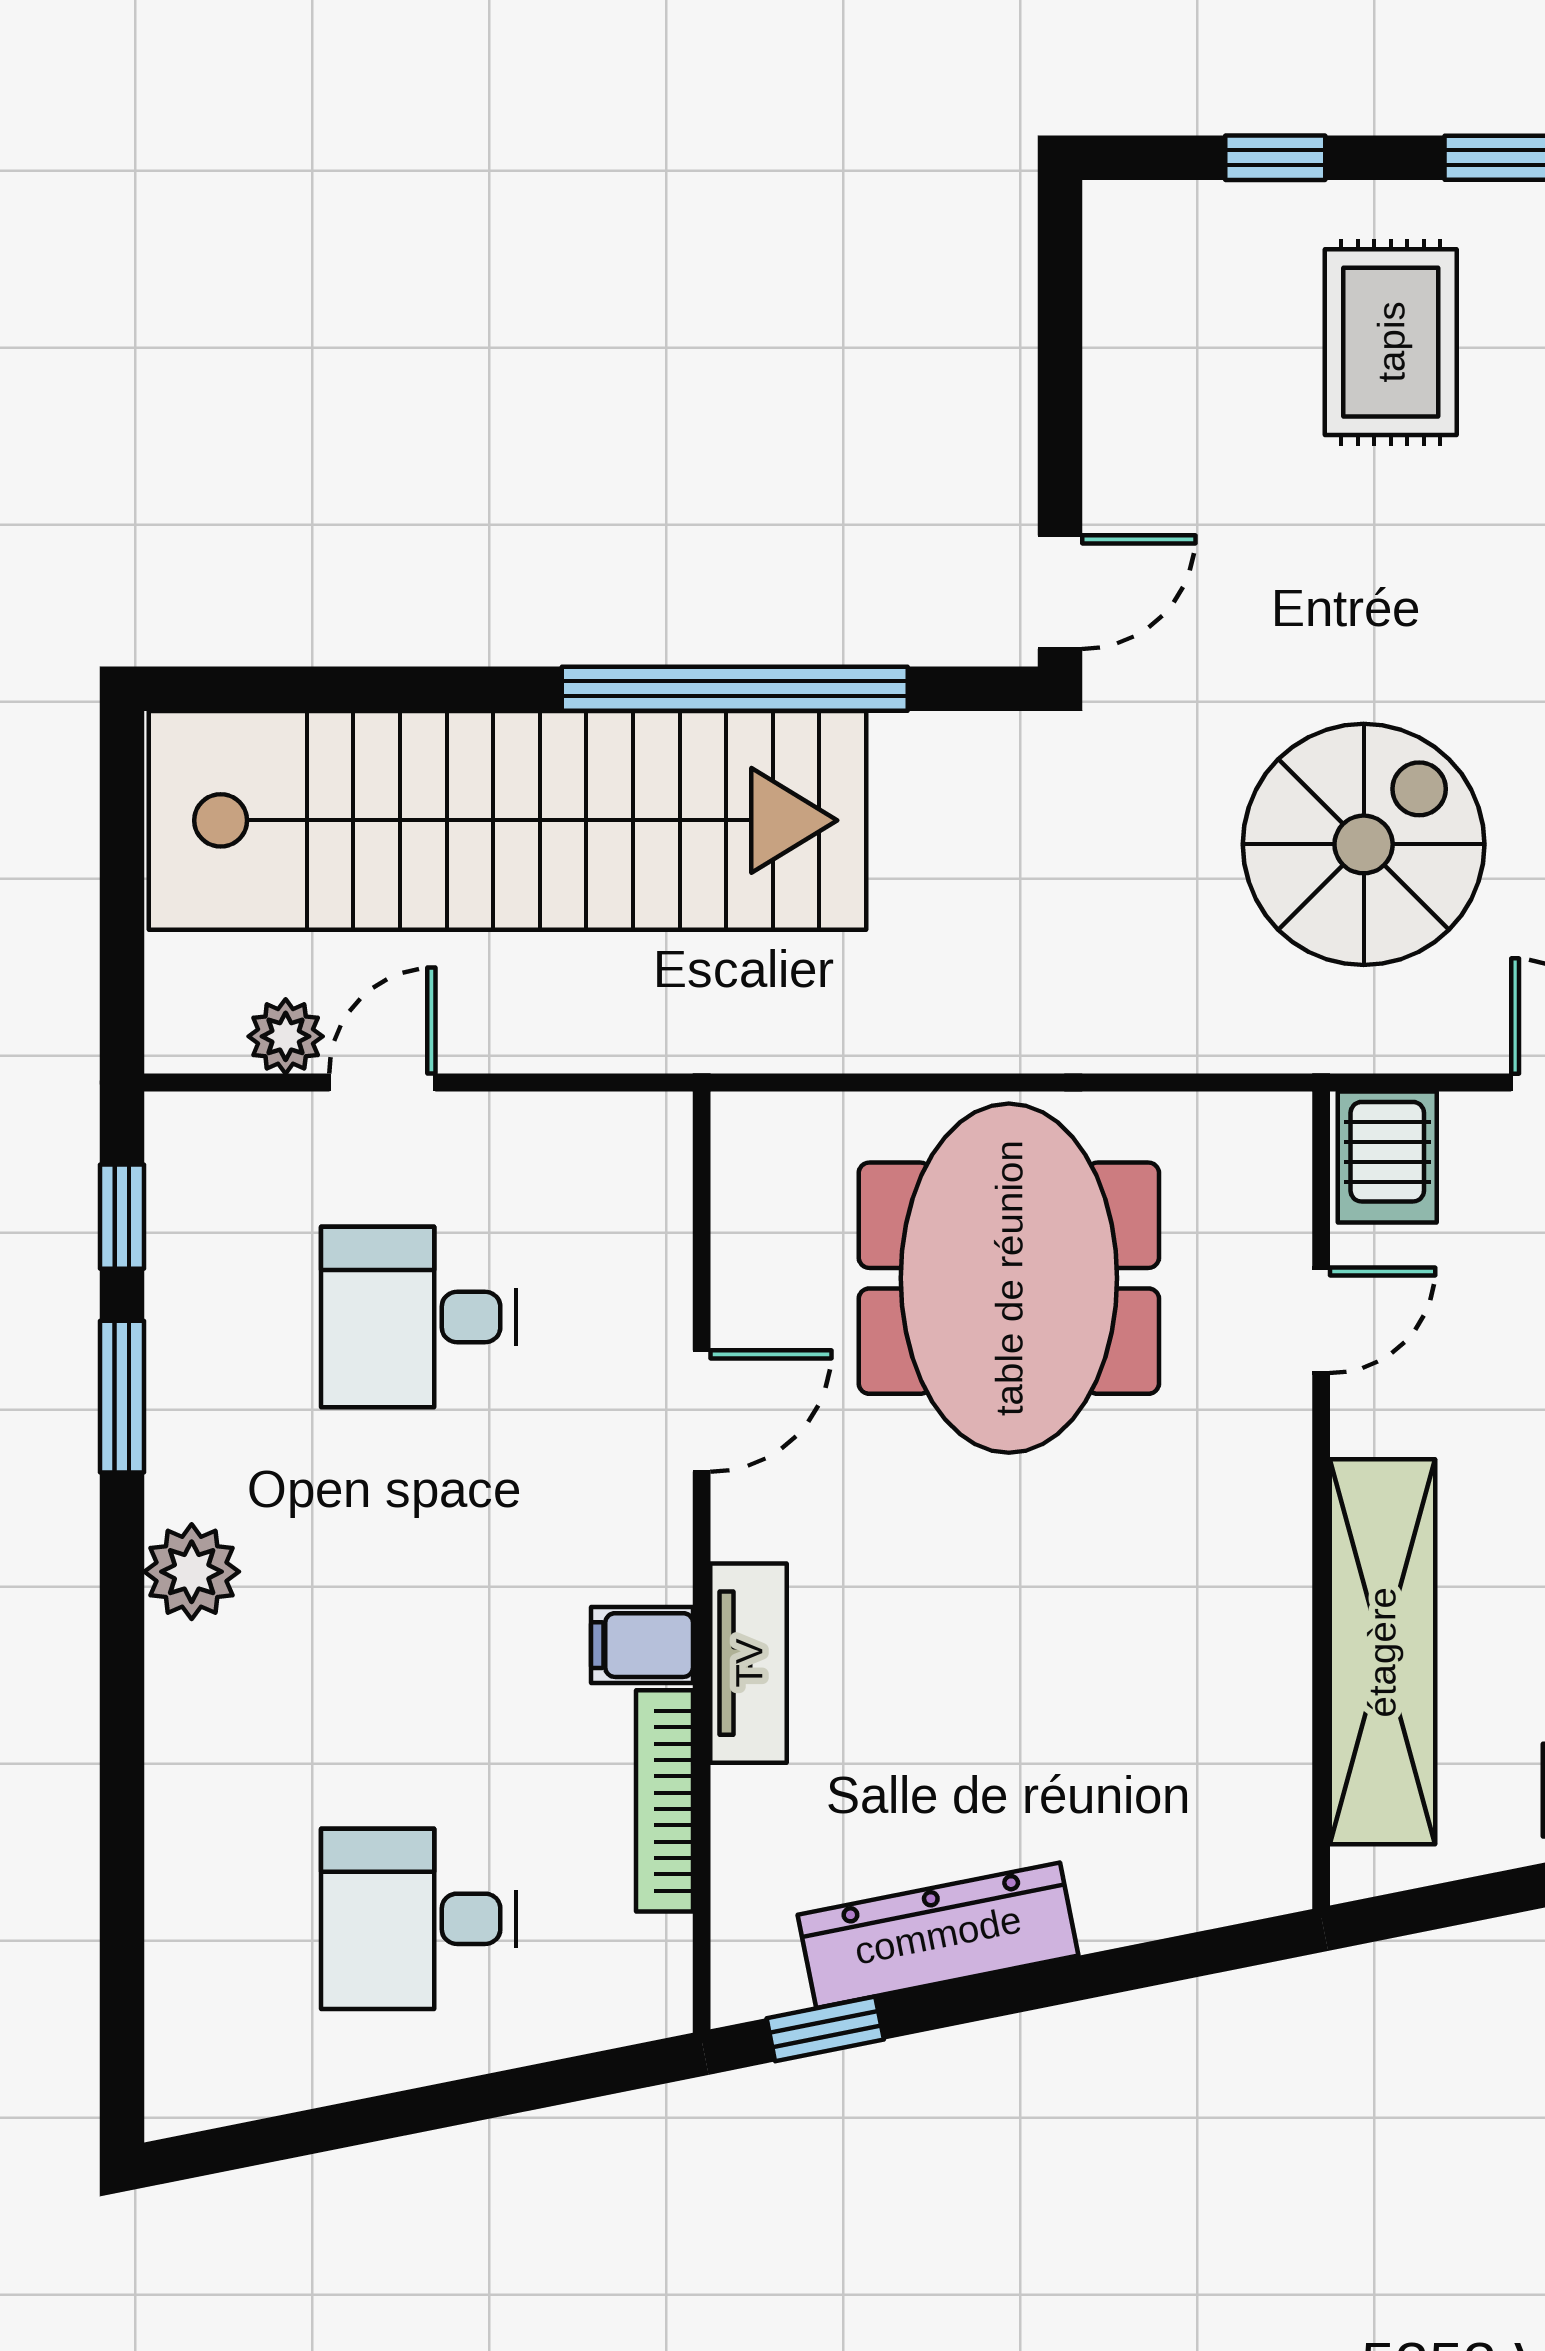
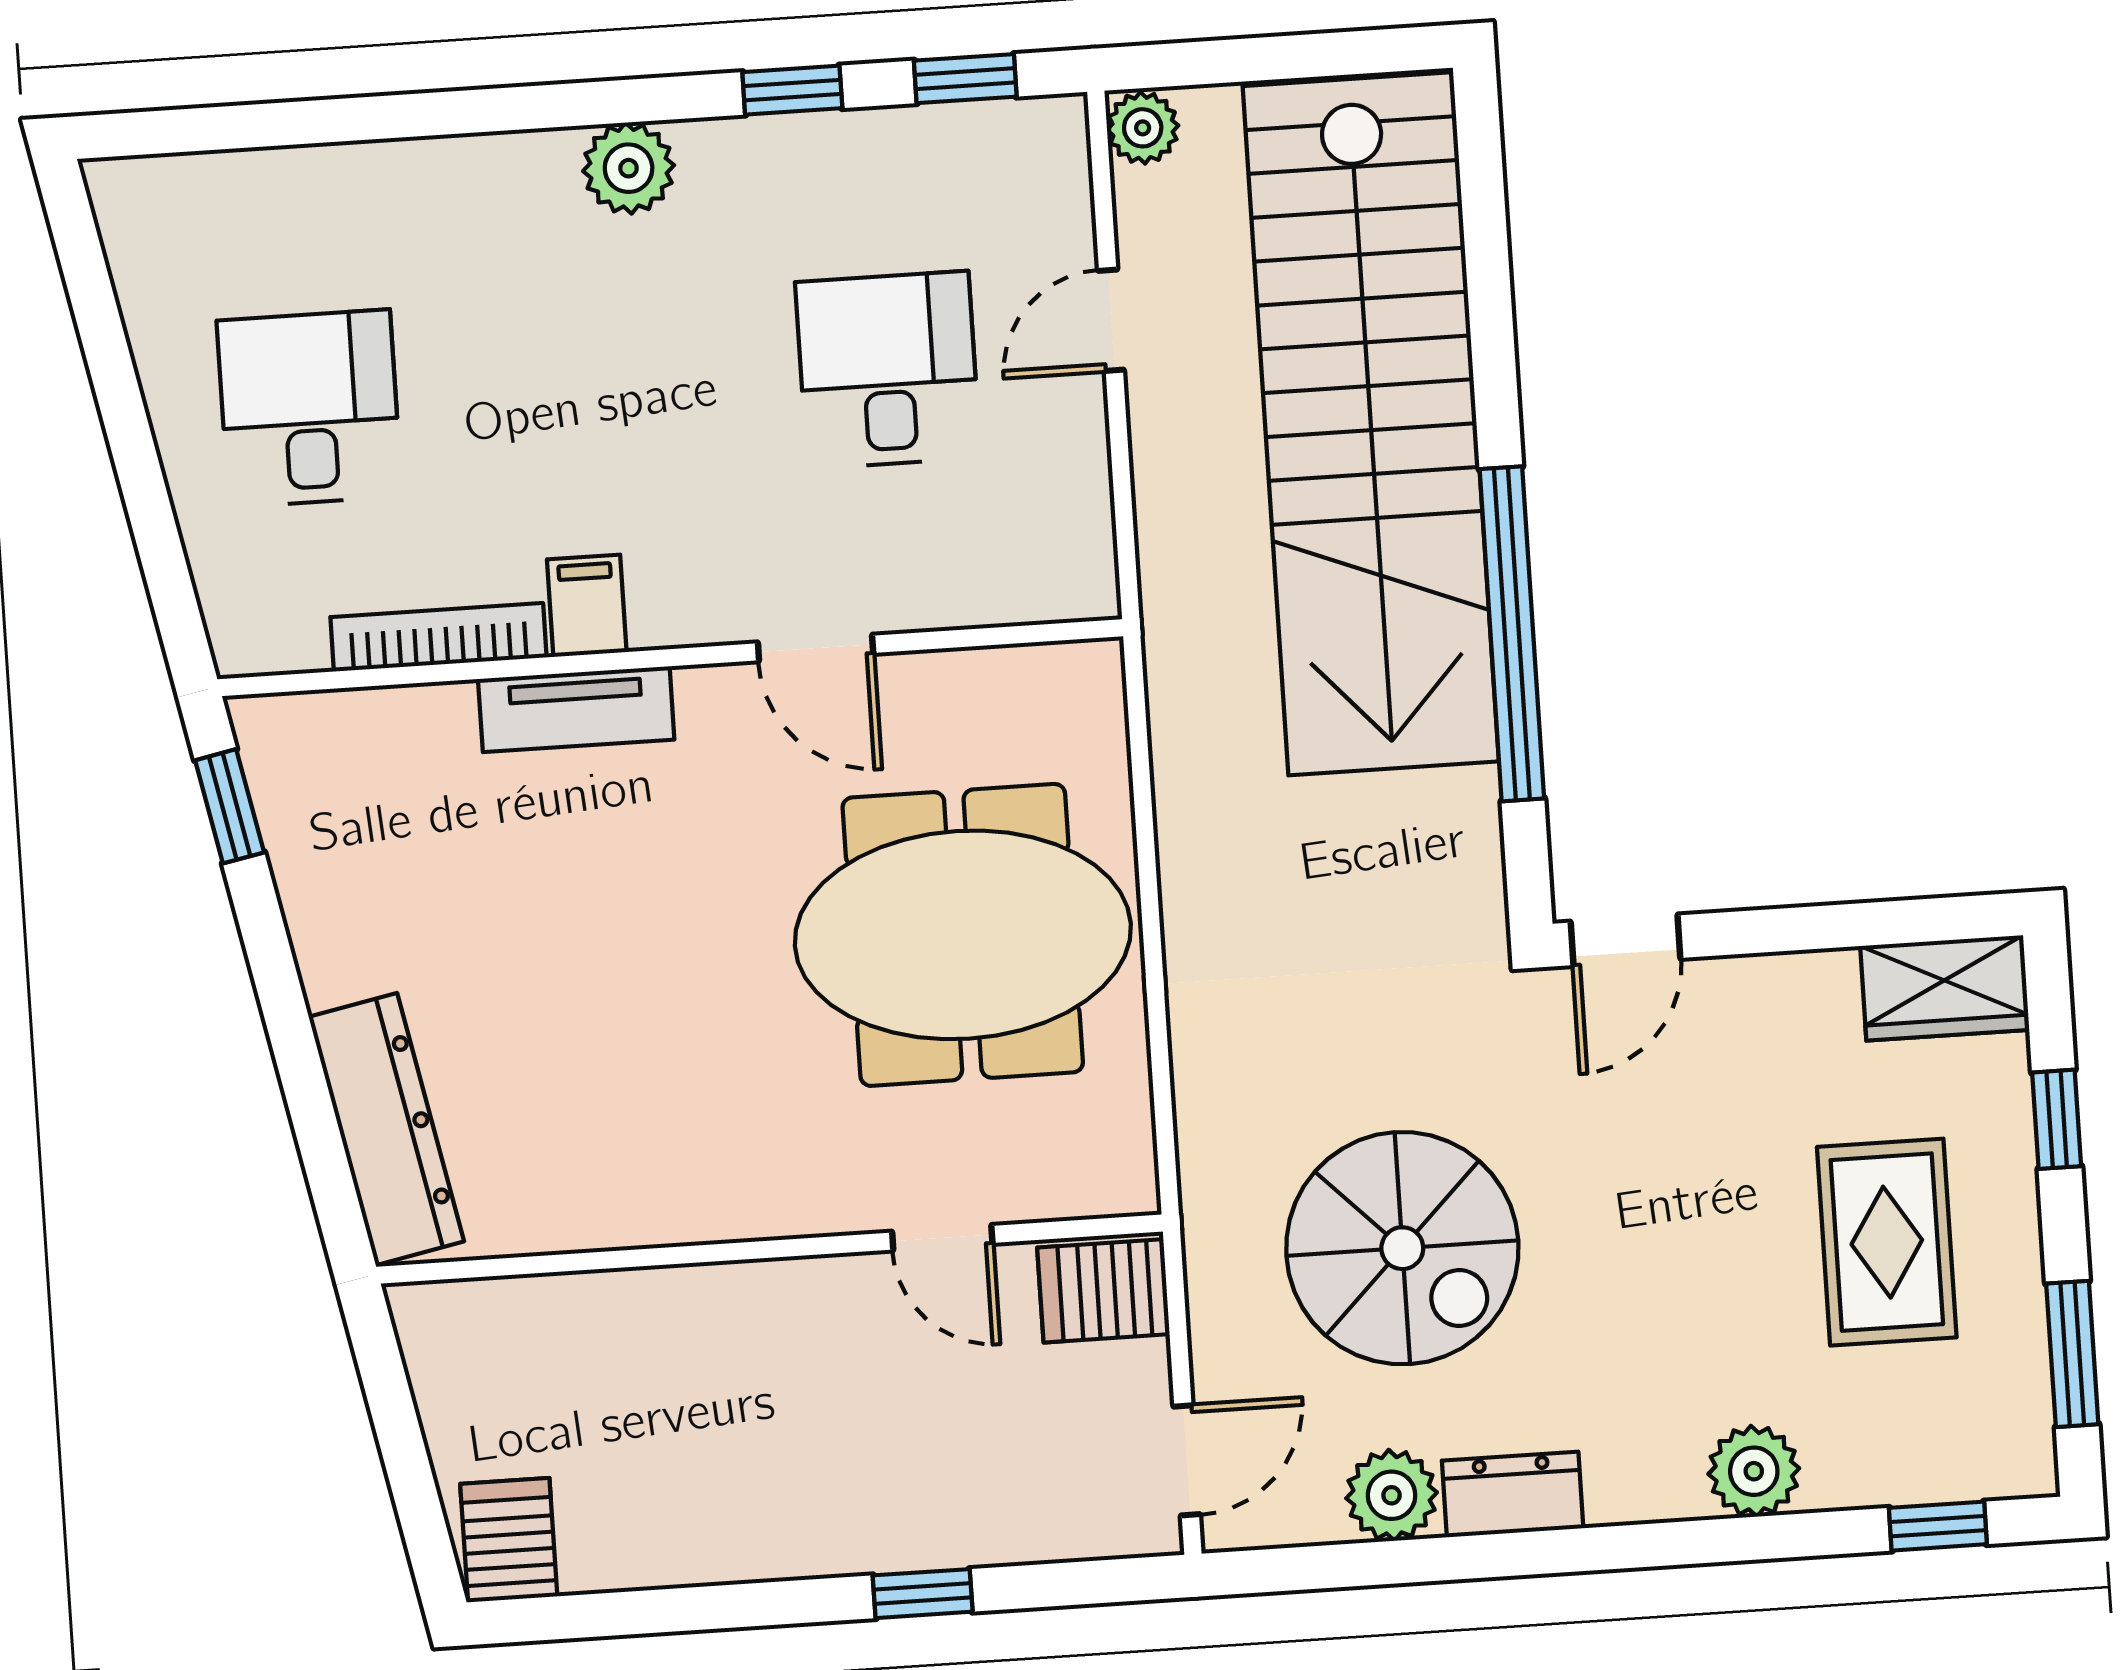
wardrobe: (1131, 265) -> (1945, 988), added
rug: (1391, 342) -> (1887, 1242), turned 90
door: (1060, 592) -> (1625, 940), hinge flipped
plant: (286, 1036) -> (1143, 128), moved
door: (382, 1082) -> (1111, 320), swing flipped
window: (122, 1397) -> (792, 90), width x0.67
shelving: (1382, 1652) -> (628, 1318), removed
dresser: (938, 1935) -> (386, 1129), moved

